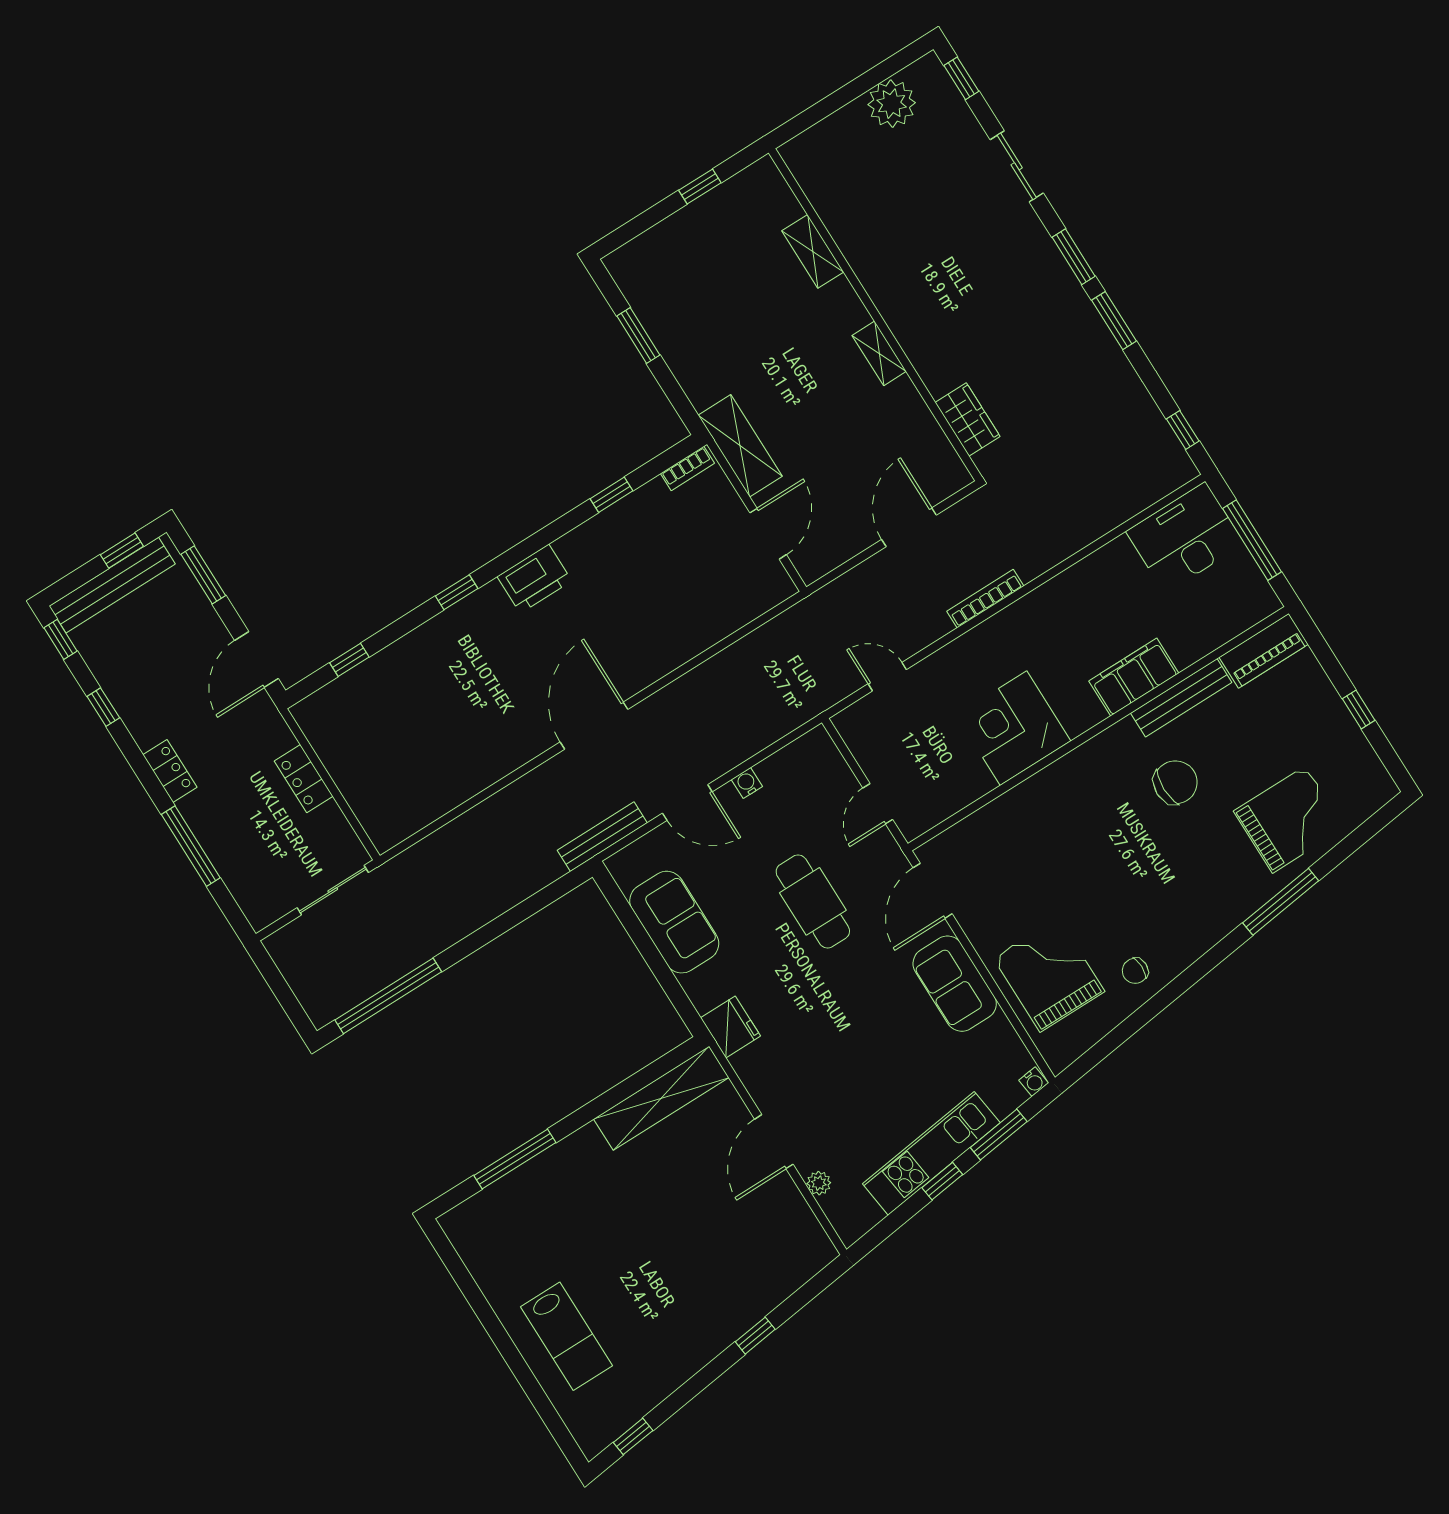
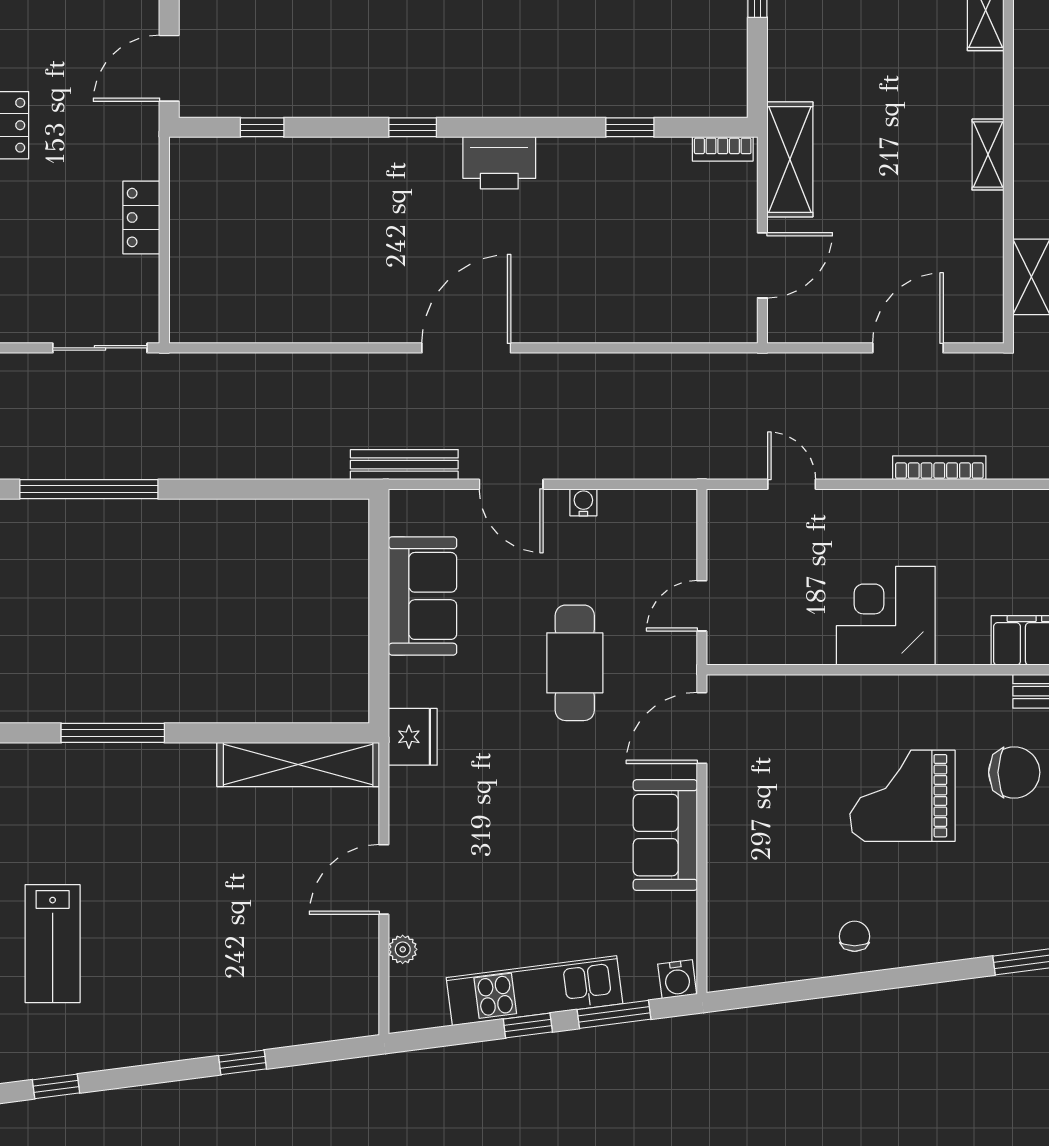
chair: (1135, 971) -> (855, 936), turned 90
grand piano: (1049, 975) -> (902, 796), moved, turned -90
water cooler: (1034, 1082) -> (677, 979), width x1.38, depth x1.38

